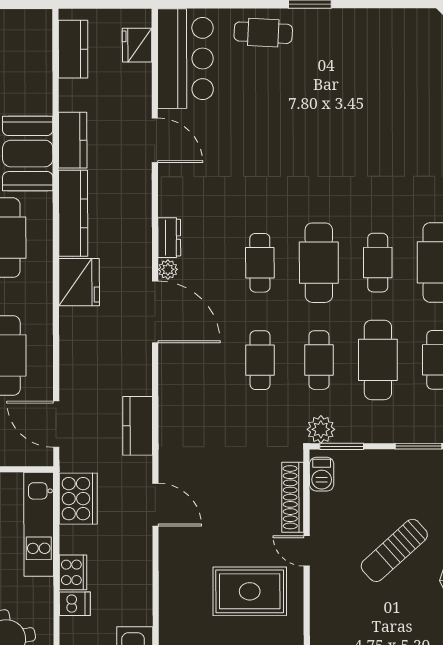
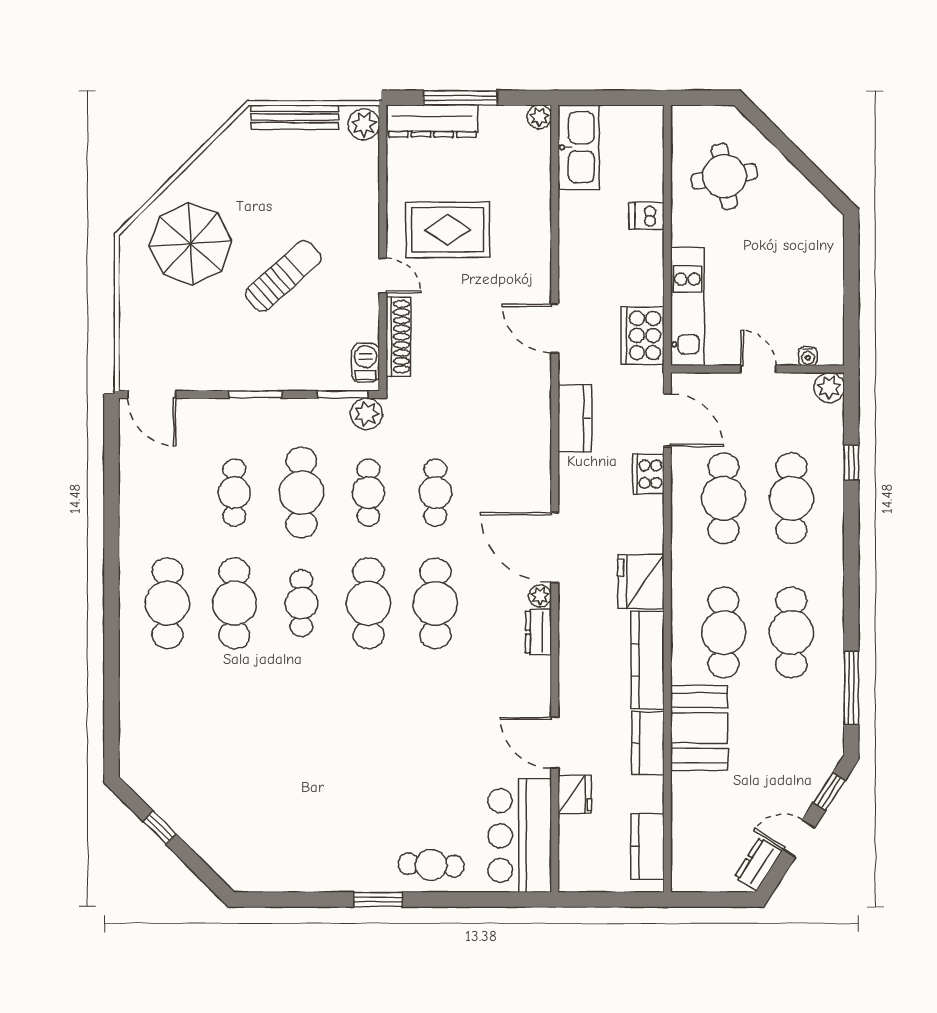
fridge: (137, 45) -> (575, 794), moved
cafe table: (260, 263) -> (435, 603), width x1.37, depth x1.35
cooker: (73, 572) -> (648, 474), moved

